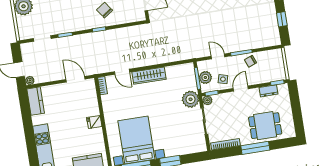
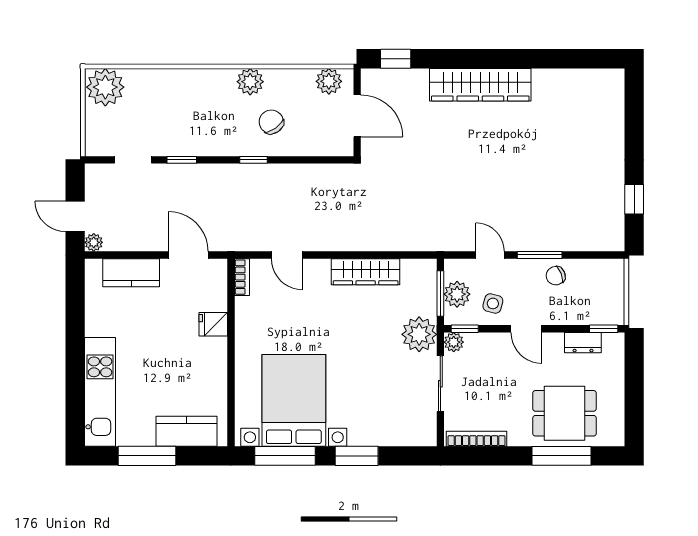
wardrobe: (149, 76) -> (366, 272), moved
door: (241, 89) -> (526, 329), swing flipped
kitchen counter: (36, 101) -> (131, 273), moved, turned 90
fridge: (94, 122) -> (213, 324), moved
window: (255, 148) -> (561, 456), moved

